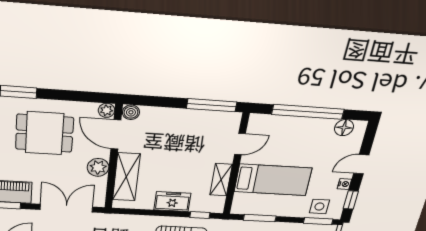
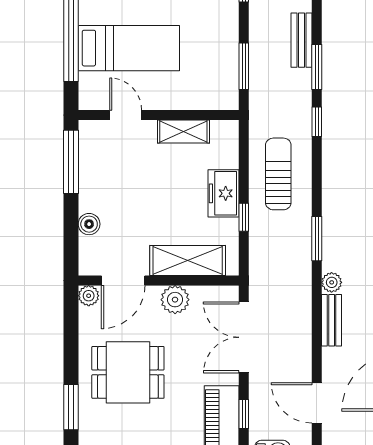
boiler: (131, 112) -> (89, 224), moved
dining table: (45, 133) -> (128, 372), turned 90
bed: (273, 180) -> (129, 48), moved, turned 90
window: (200, 215) -> (244, 217), moved

